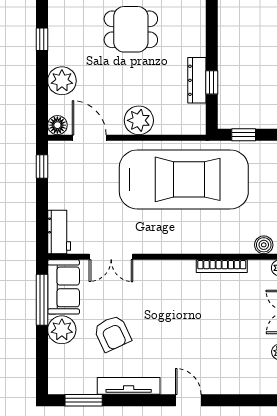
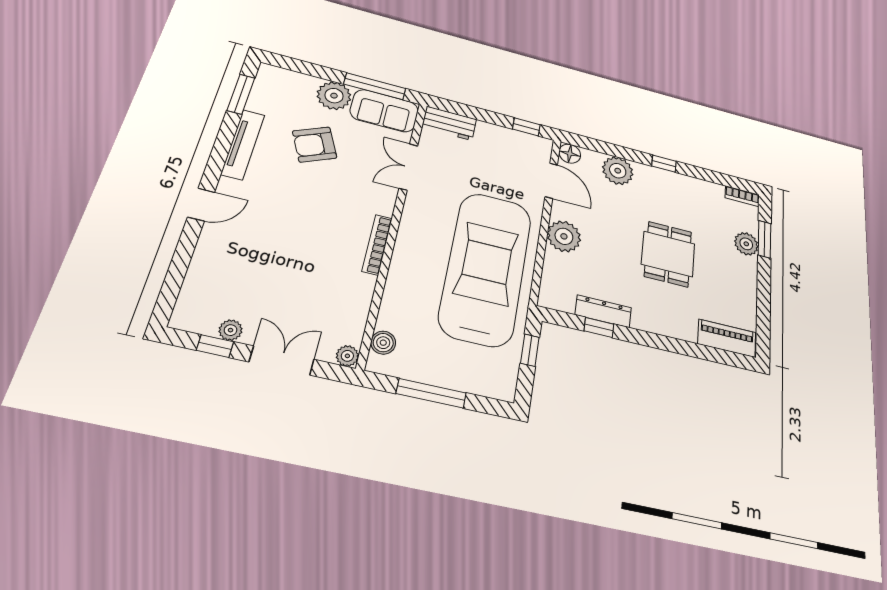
door: (89, 138) -> (551, 181), hinge flipped
car: (184, 179) -> (486, 268), turned 180
bookcase: (222, 266) -> (377, 245), moved

